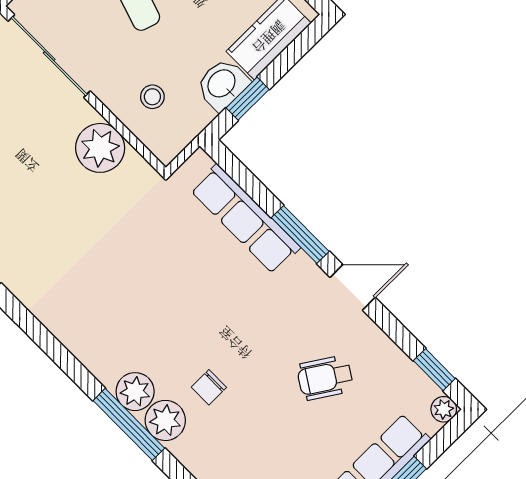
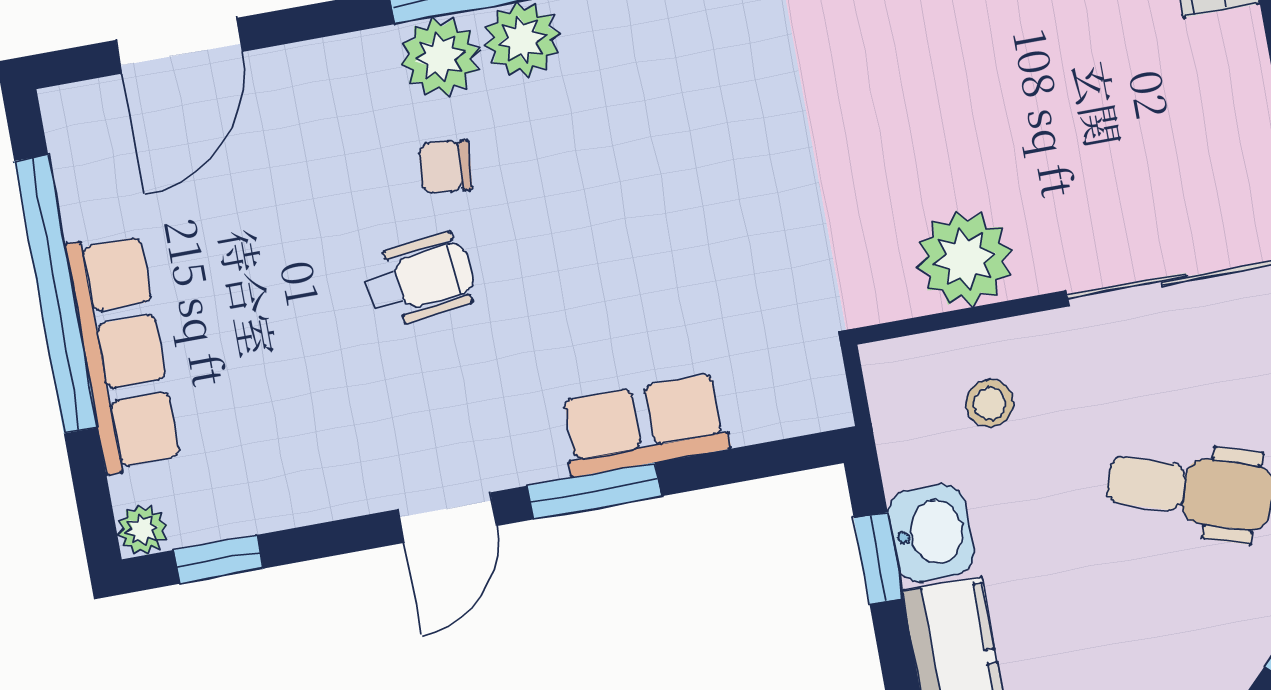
row of seats: (245, 219) -> (644, 425), width x0.68
wheelchair: (325, 378) -> (420, 280), moved, turned 50
chair: (209, 387) -> (445, 167), turned -84

